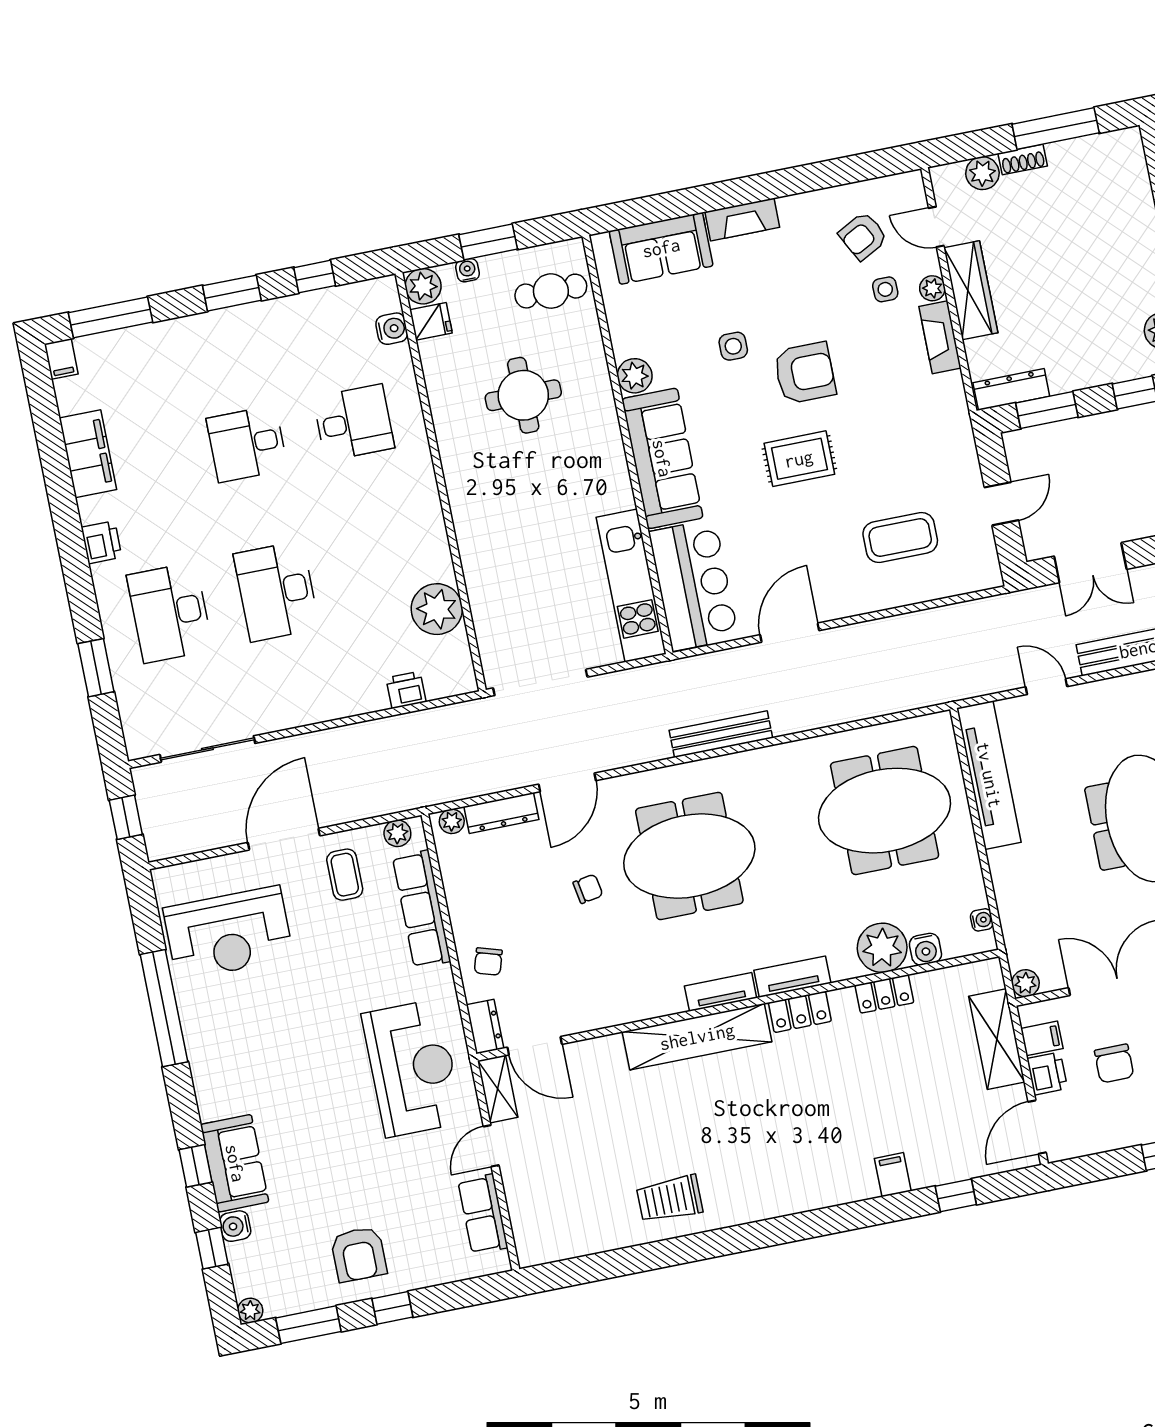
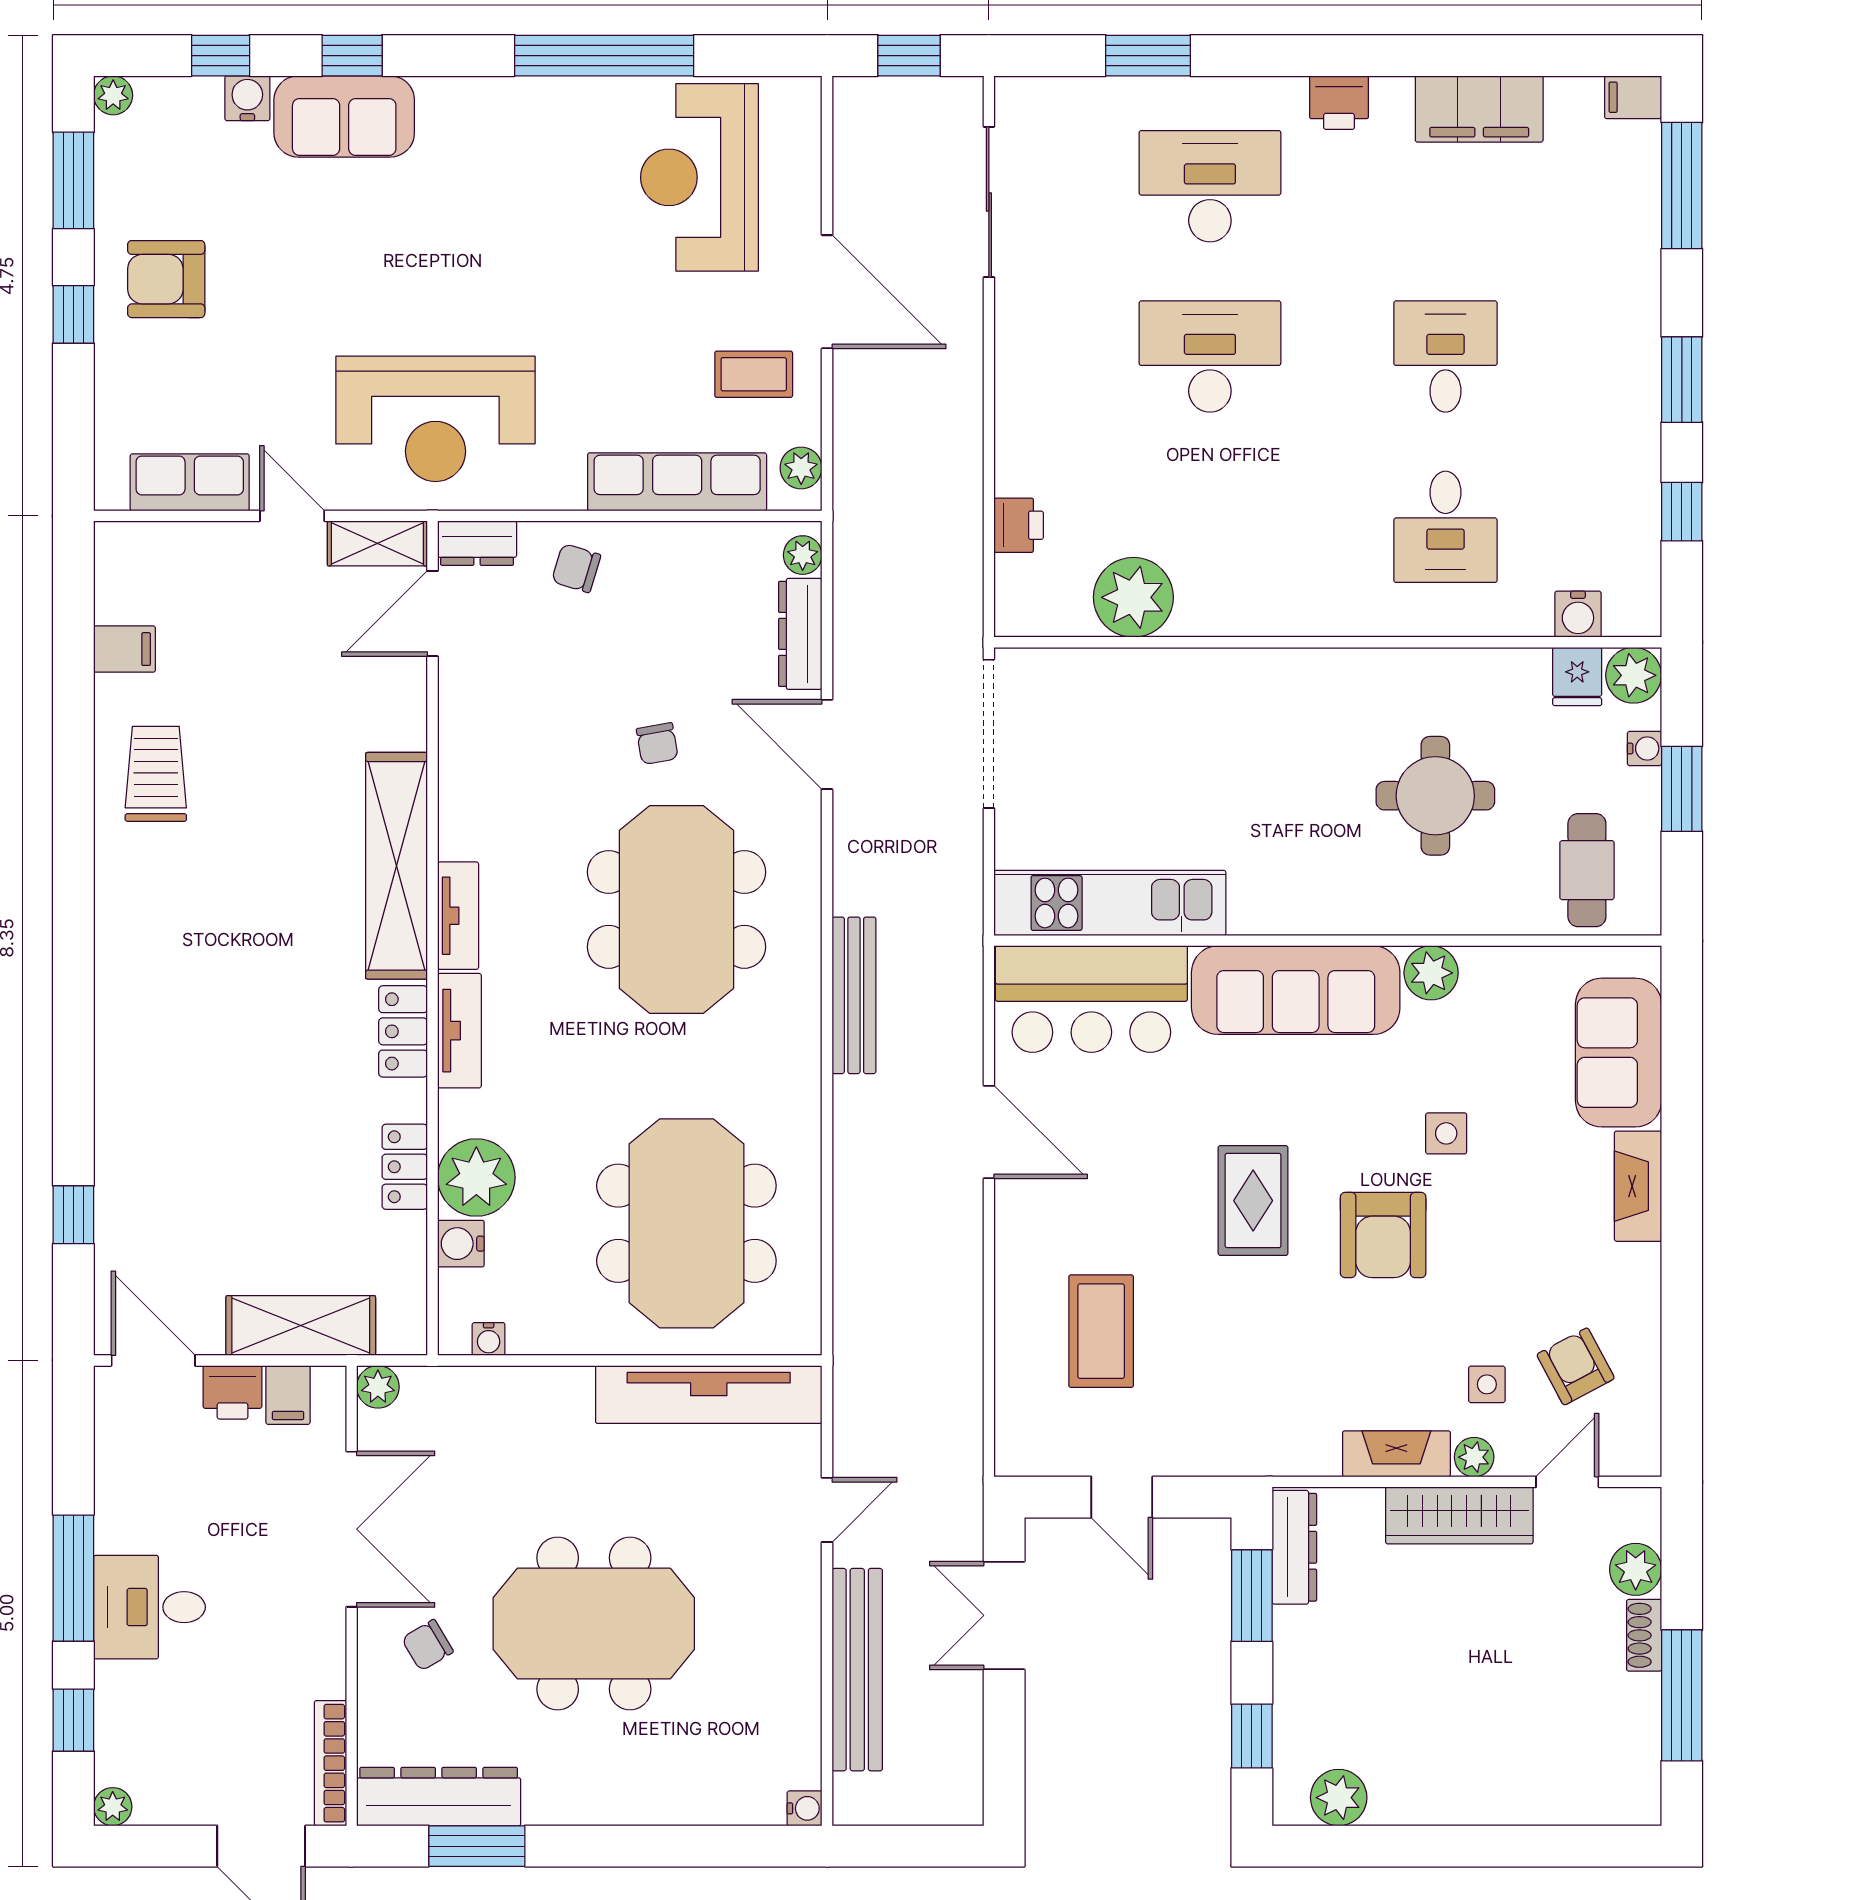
chair: (1114, 1064) -> (227, 1498), removed
filing cabinet: (893, 1175) -> (124, 649), moved

